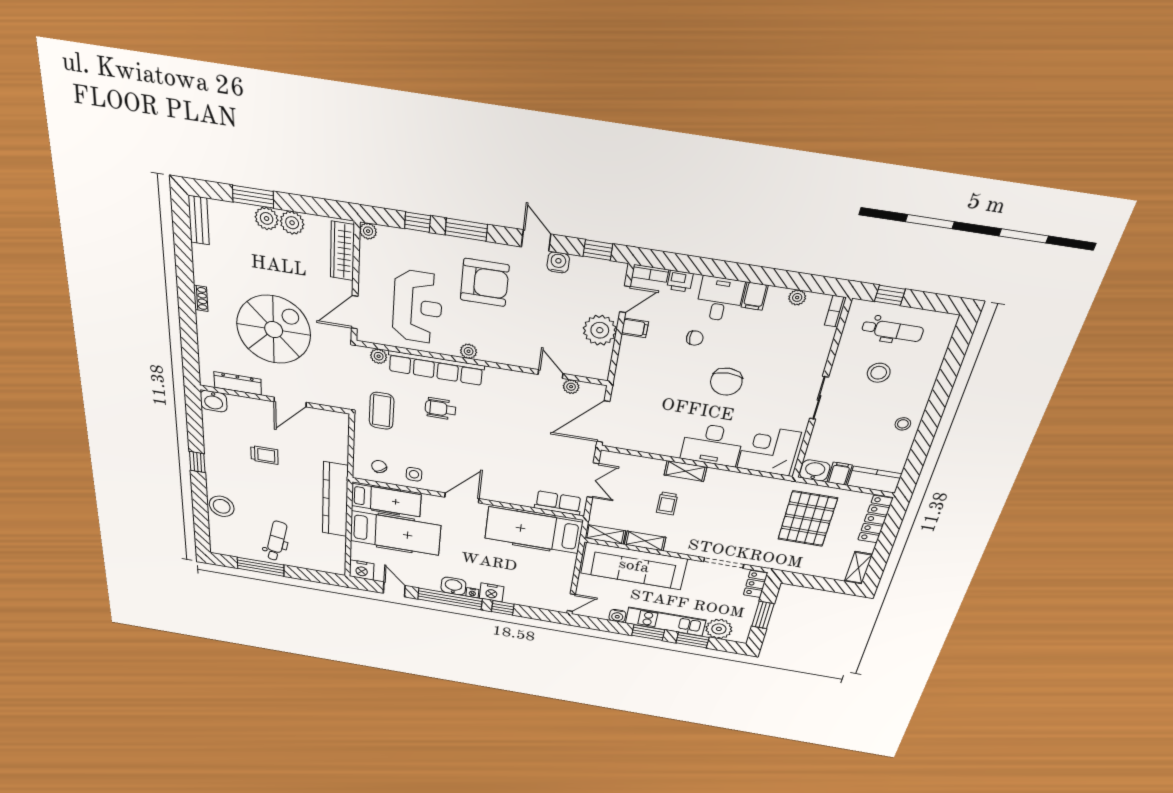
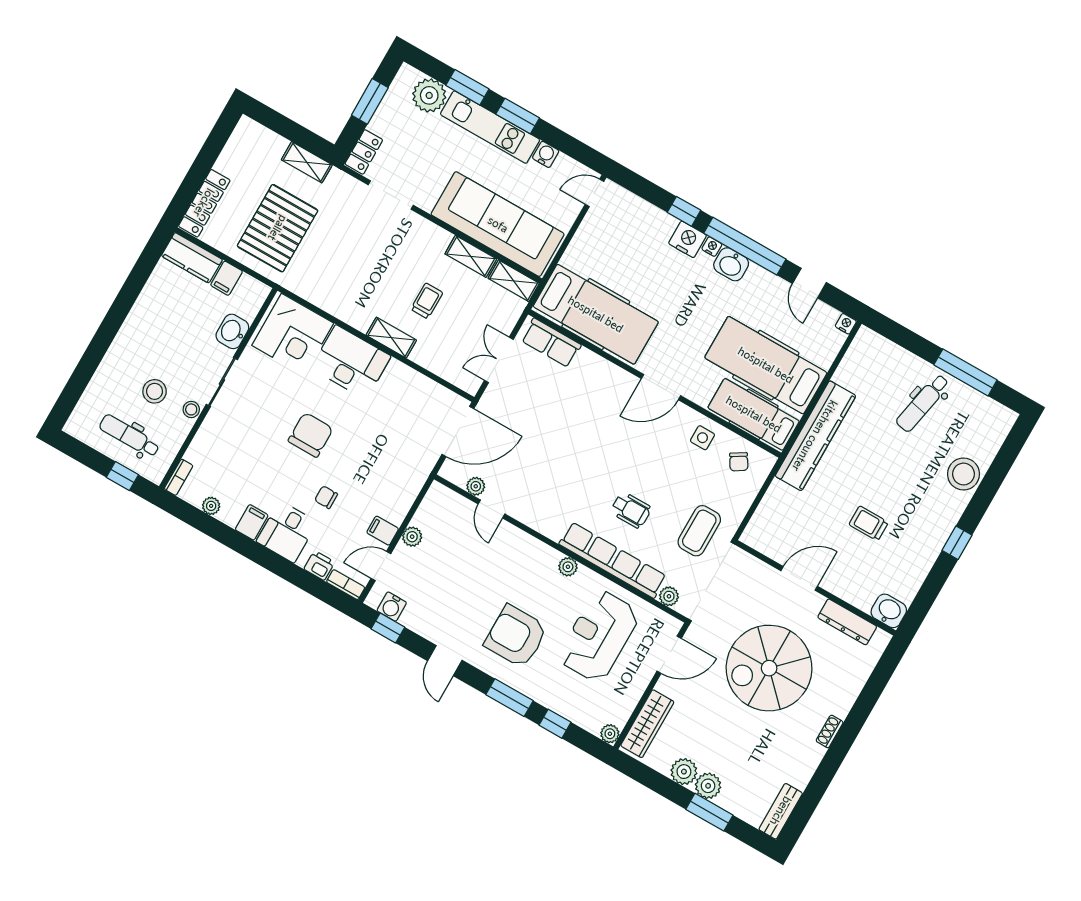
water cooler: (558, 262) -> (392, 607), moved
plant: (600, 330) -> (412, 537), width x0.53, depth x0.53
stool: (903, 424) -> (191, 409), moved
washbasin: (815, 470) -> (232, 331), moved, turned 90
shelving: (858, 568) -> (307, 162), moved, turned 90
nightstand: (362, 570) -> (846, 324), width x0.53, depth x0.56

